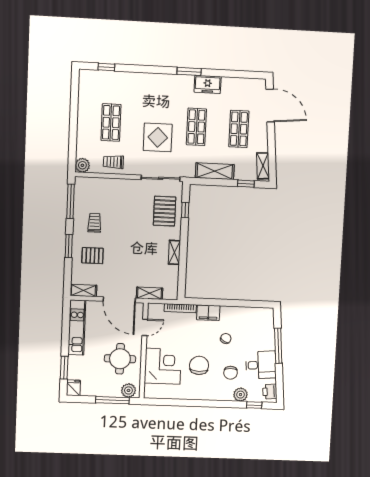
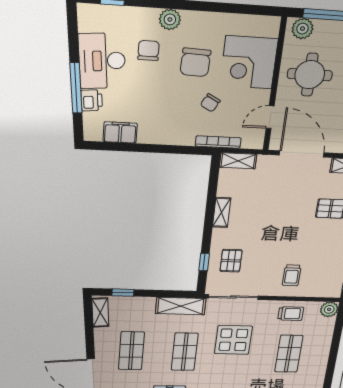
shelving: (215, 171) -> (181, 306), moved
pallet: (165, 211) -> (231, 261), width x0.67, depth x0.71
trolley: (94, 223) -> (292, 275), moved
shelving: (150, 293) -> (238, 161), moved
filing cabinet: (208, 313) -> (120, 133), moved
chair: (226, 338) -> (210, 103), moved
desk: (261, 365) -> (102, 61), width x1.37
printer: (270, 392) -> (92, 100), moved
plant: (240, 395) -> (170, 19), moved

